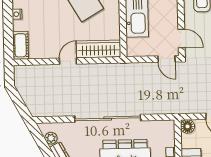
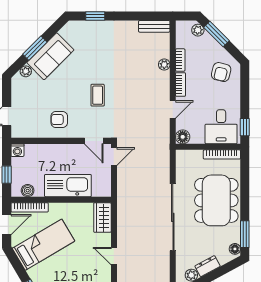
door: (181, 38) -> (94, 141), swing flipped
wardrobe: (99, 49) -> (102, 218), width x0.67

